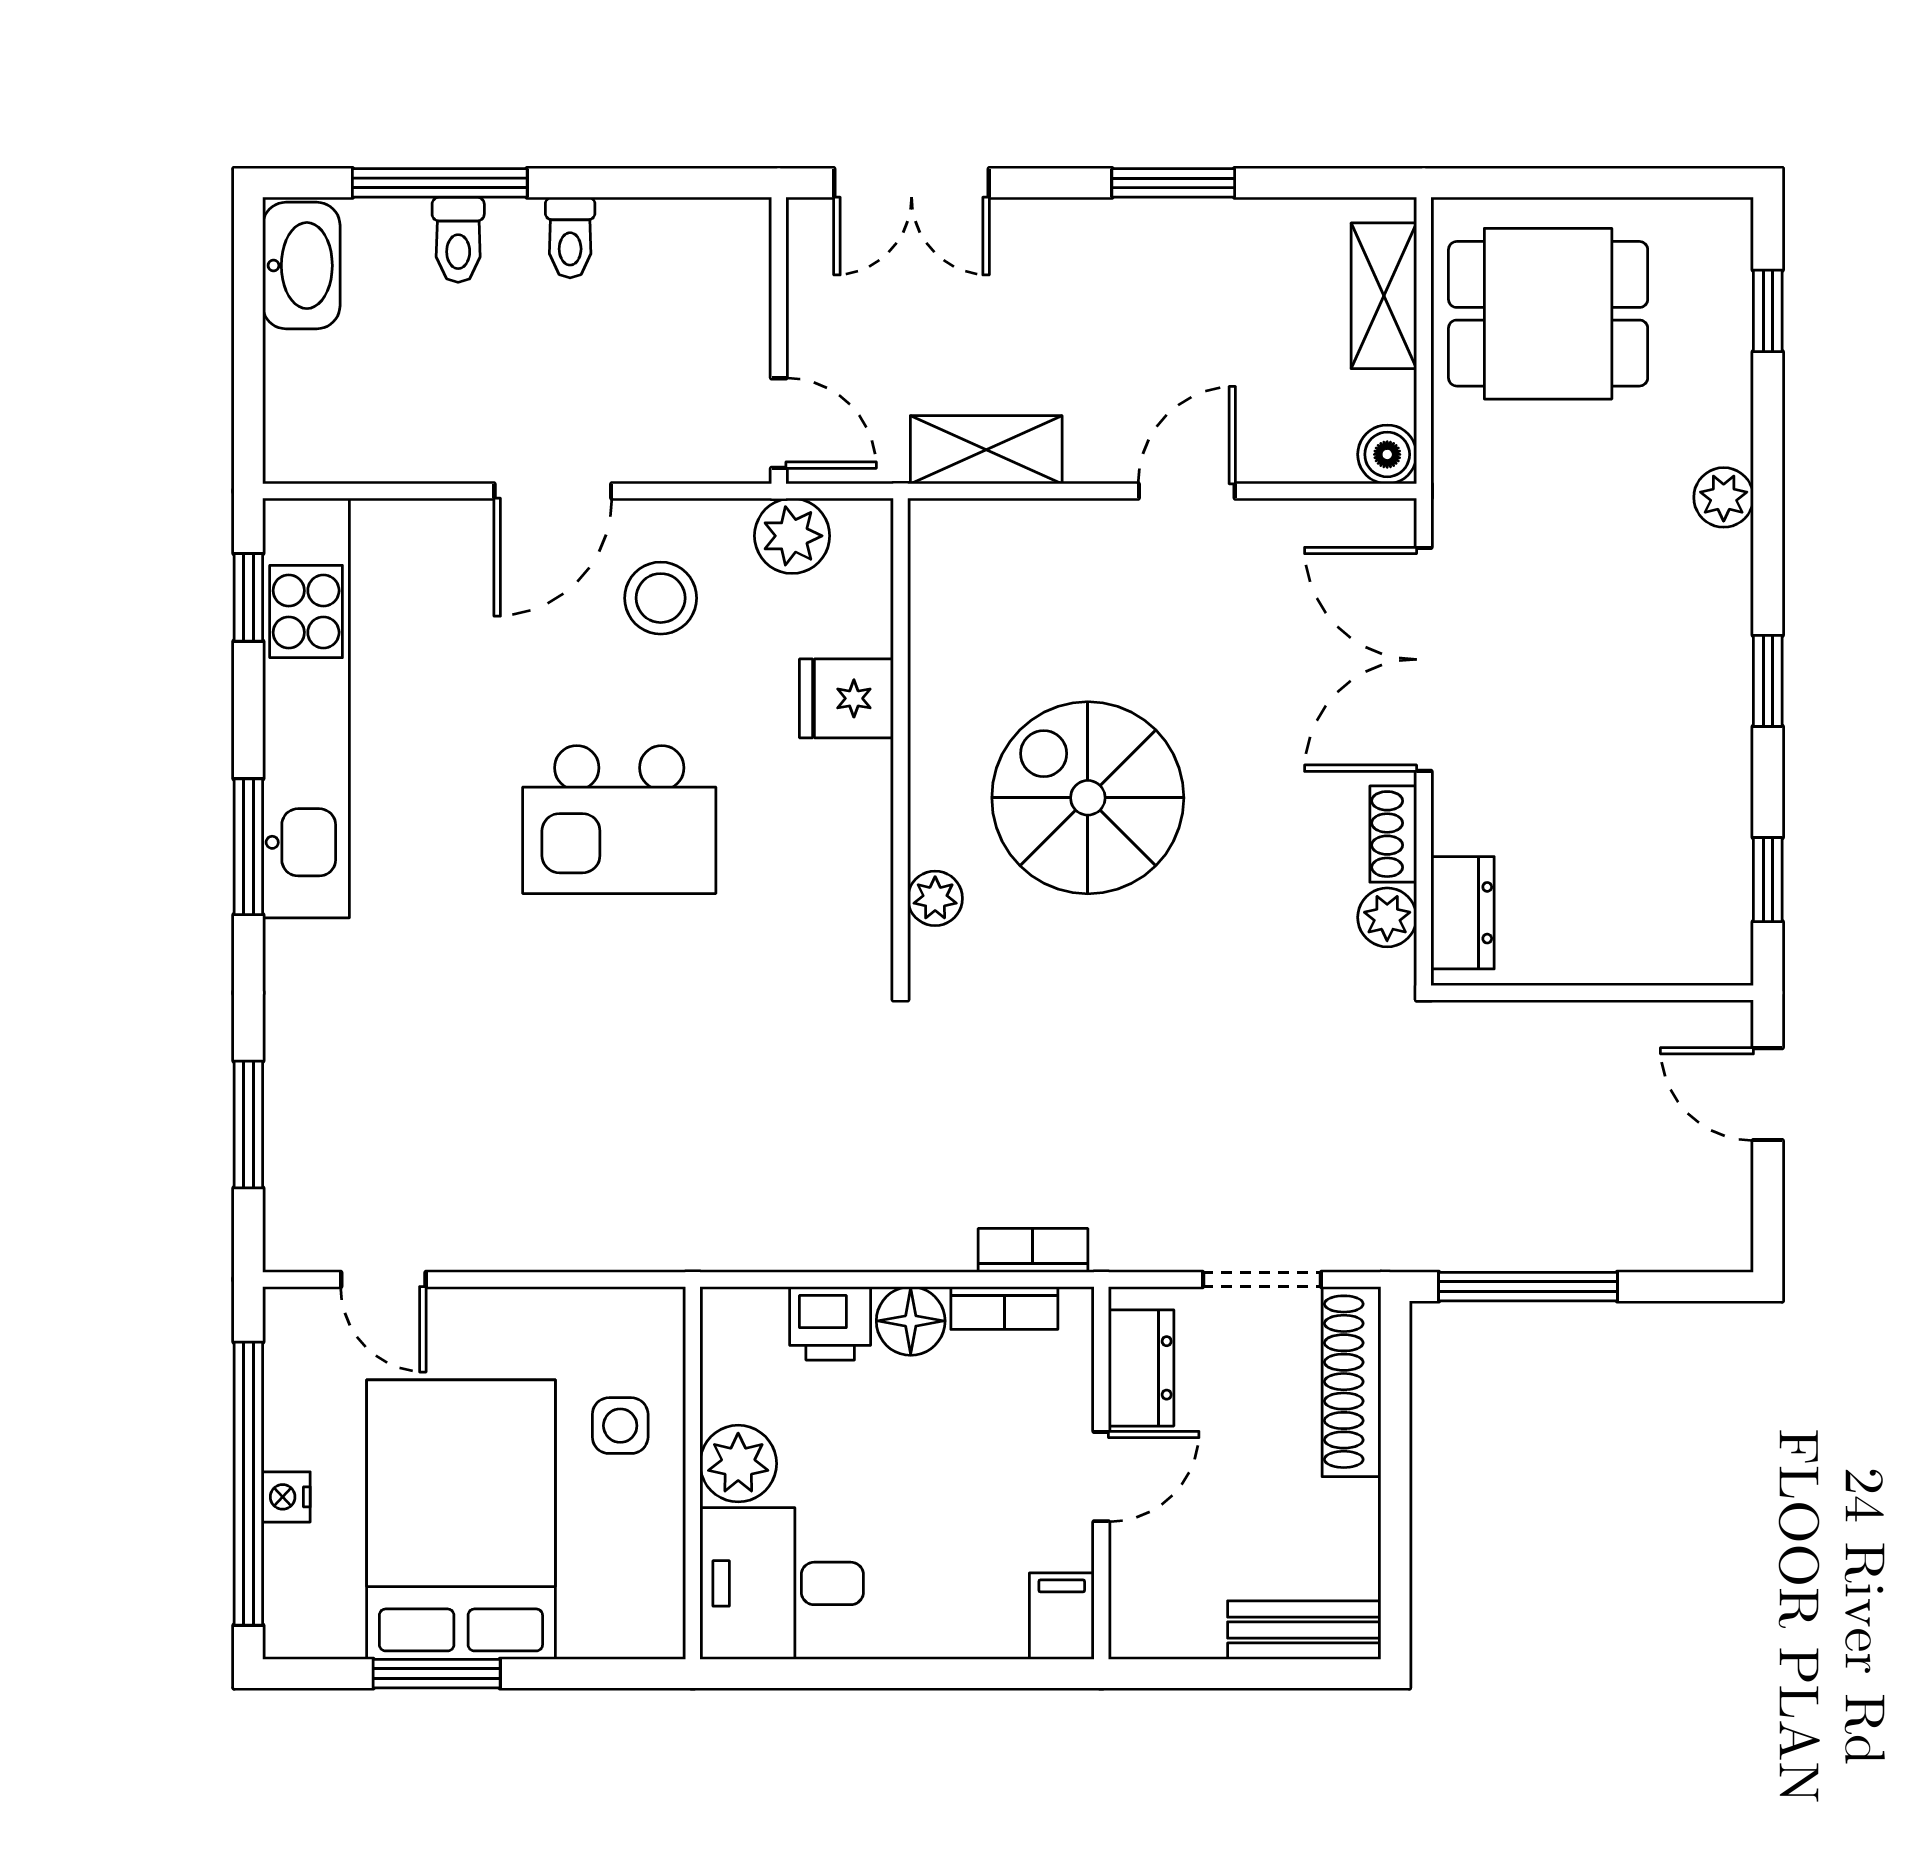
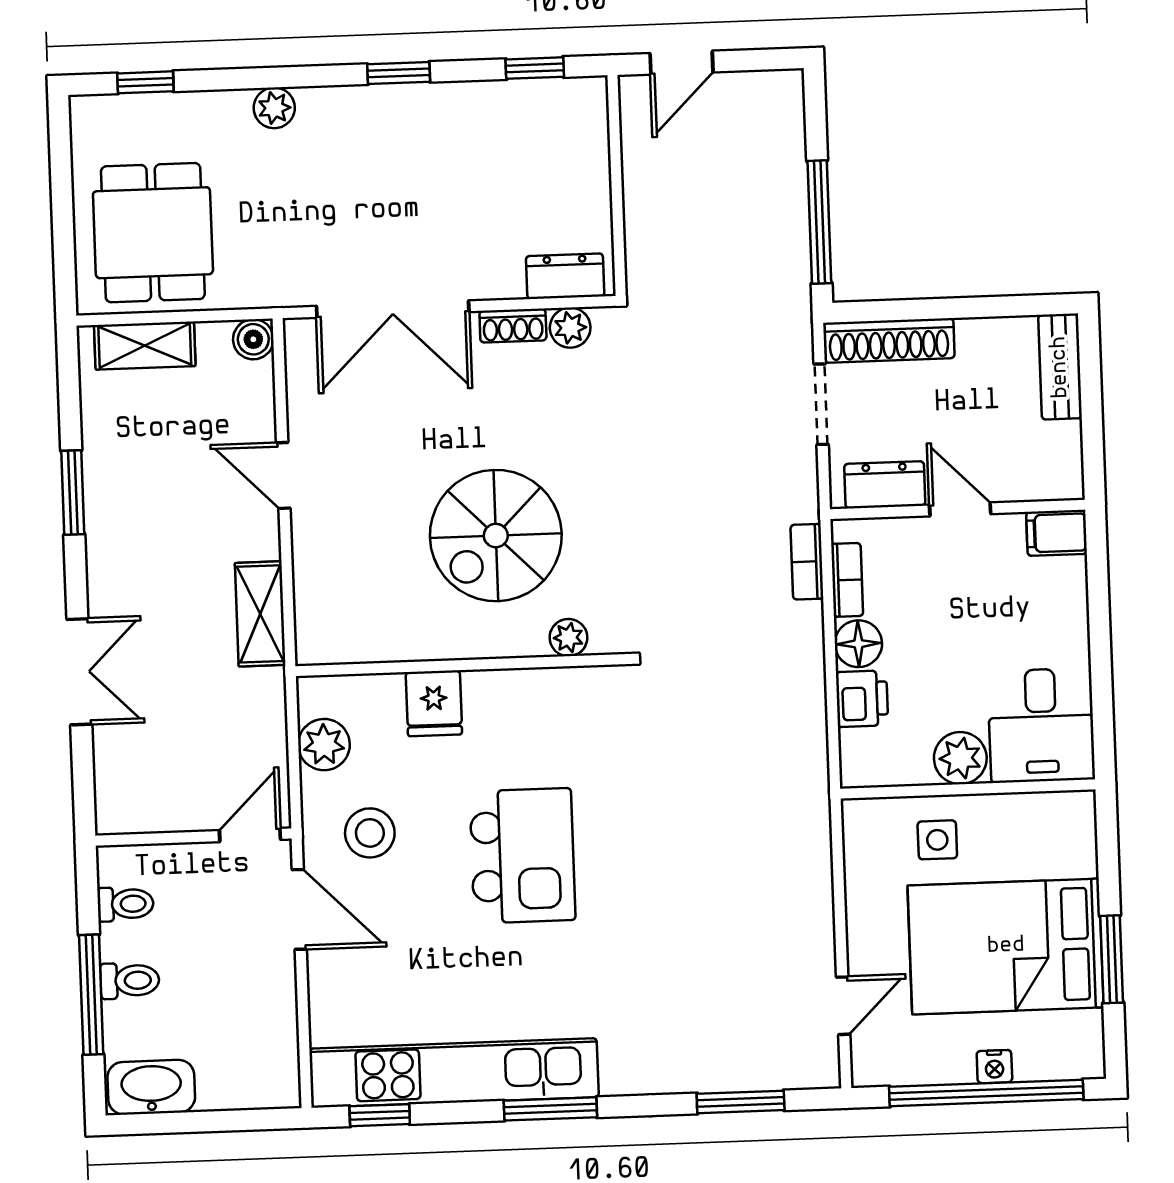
wall: (779, 341) -> (193, 837), moved
door: (779, 423) -> (250, 835), moved

